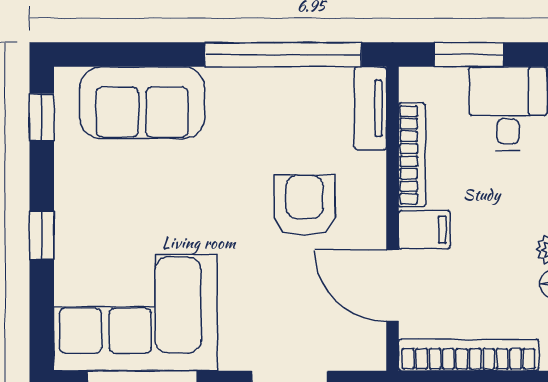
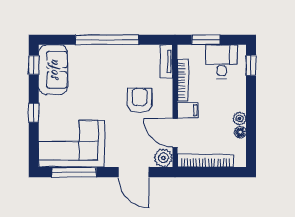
window: (283, 55) -> (107, 40), moved
sofa: (142, 103) -> (53, 70), moved, turned -90
plant: (363, 348) -> (163, 158), added

